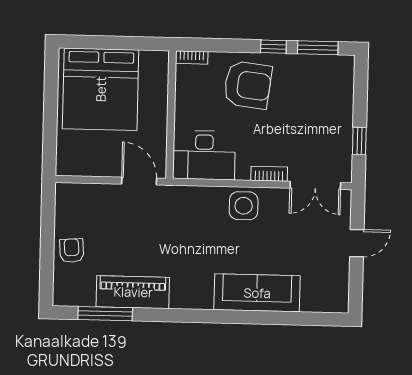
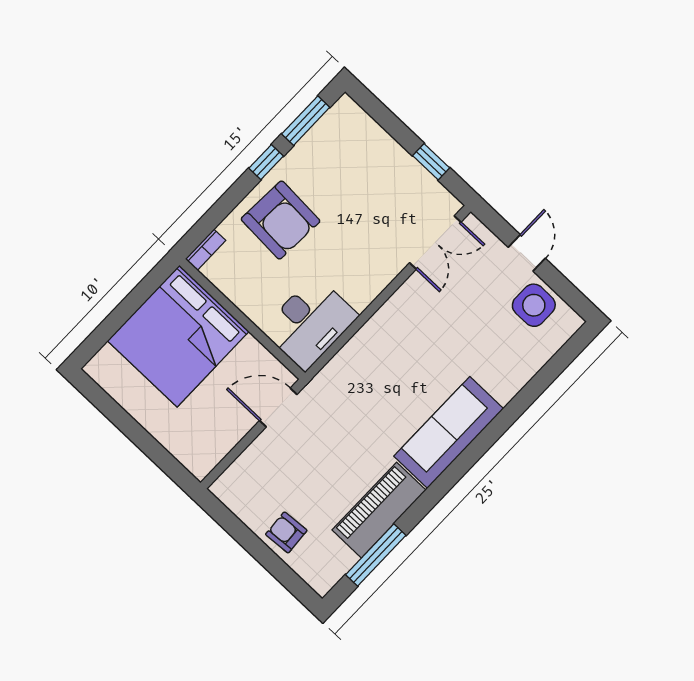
armchair: (248, 85) -> (281, 220), turned 86
bed: (101, 89) -> (178, 336), moved, turned 90
bookcase: (269, 174) -> (384, 277), removed
side table: (244, 206) -> (534, 305), moved
sofa: (257, 293) -> (449, 432), moved

